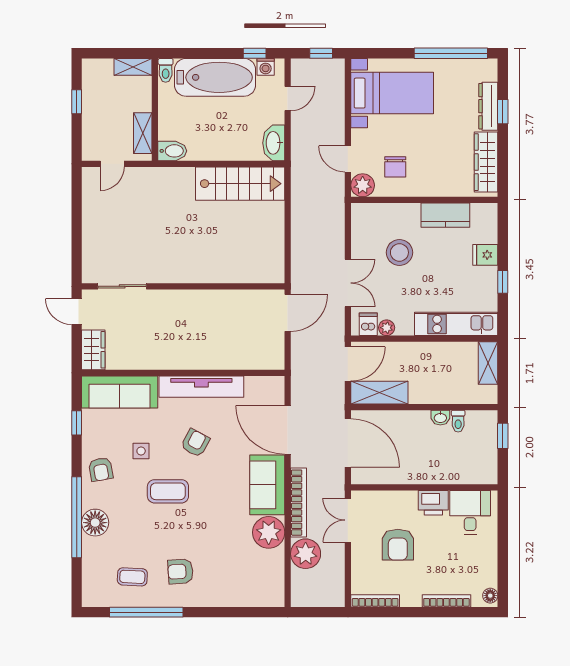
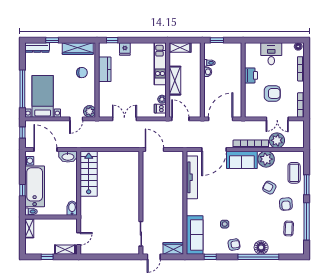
window: (255, 53) -> (22, 190), moved
window: (451, 53) -> (22, 89), moved
door: (288, 99) -> (45, 149), width x1.87
dresser: (488, 106) -> (37, 47), moved
shelving: (143, 133) -> (65, 250), moved
door: (112, 164) -> (79, 239), hinge flipped
chair: (395, 167) -> (82, 73), moved
stool: (399, 252) -> (124, 93), removed
window: (503, 282) -> (112, 40), moved
double door: (348, 283) -> (124, 119), moved
tv unit: (201, 387) -> (192, 177), moved
shelving: (379, 393) -> (175, 81), moved
armchair: (195, 443) -> (269, 188), moved
coffee table: (168, 491) -> (294, 173), moved
desk: (470, 512) -> (271, 54), moved, turned 90
double door: (348, 520) -> (277, 119), moved
window: (218, 612) -> (307, 185), added

